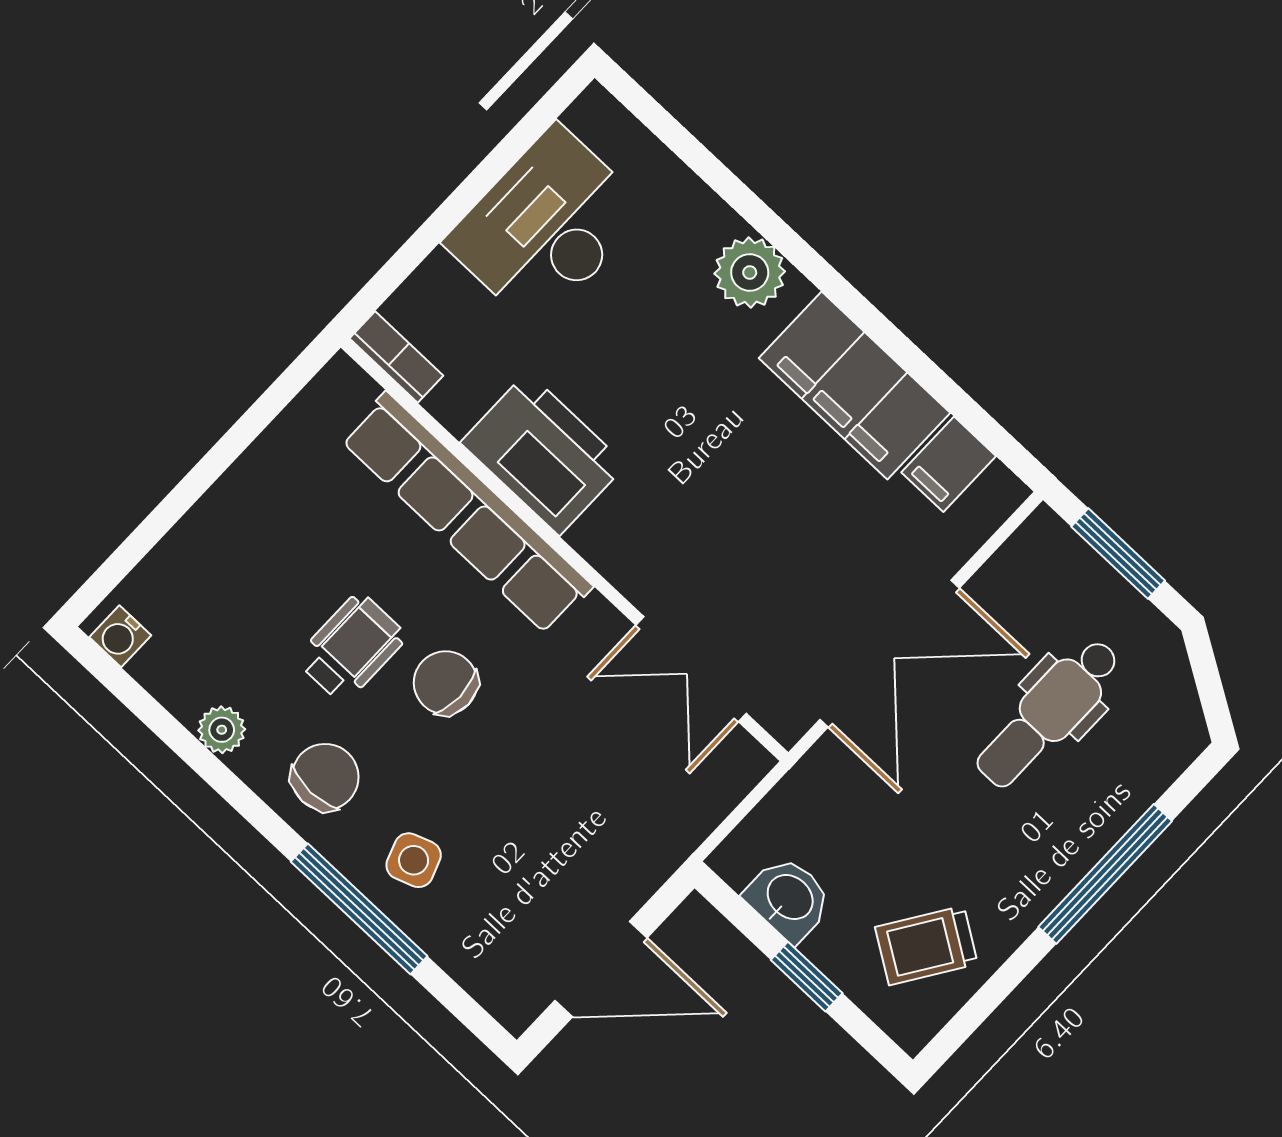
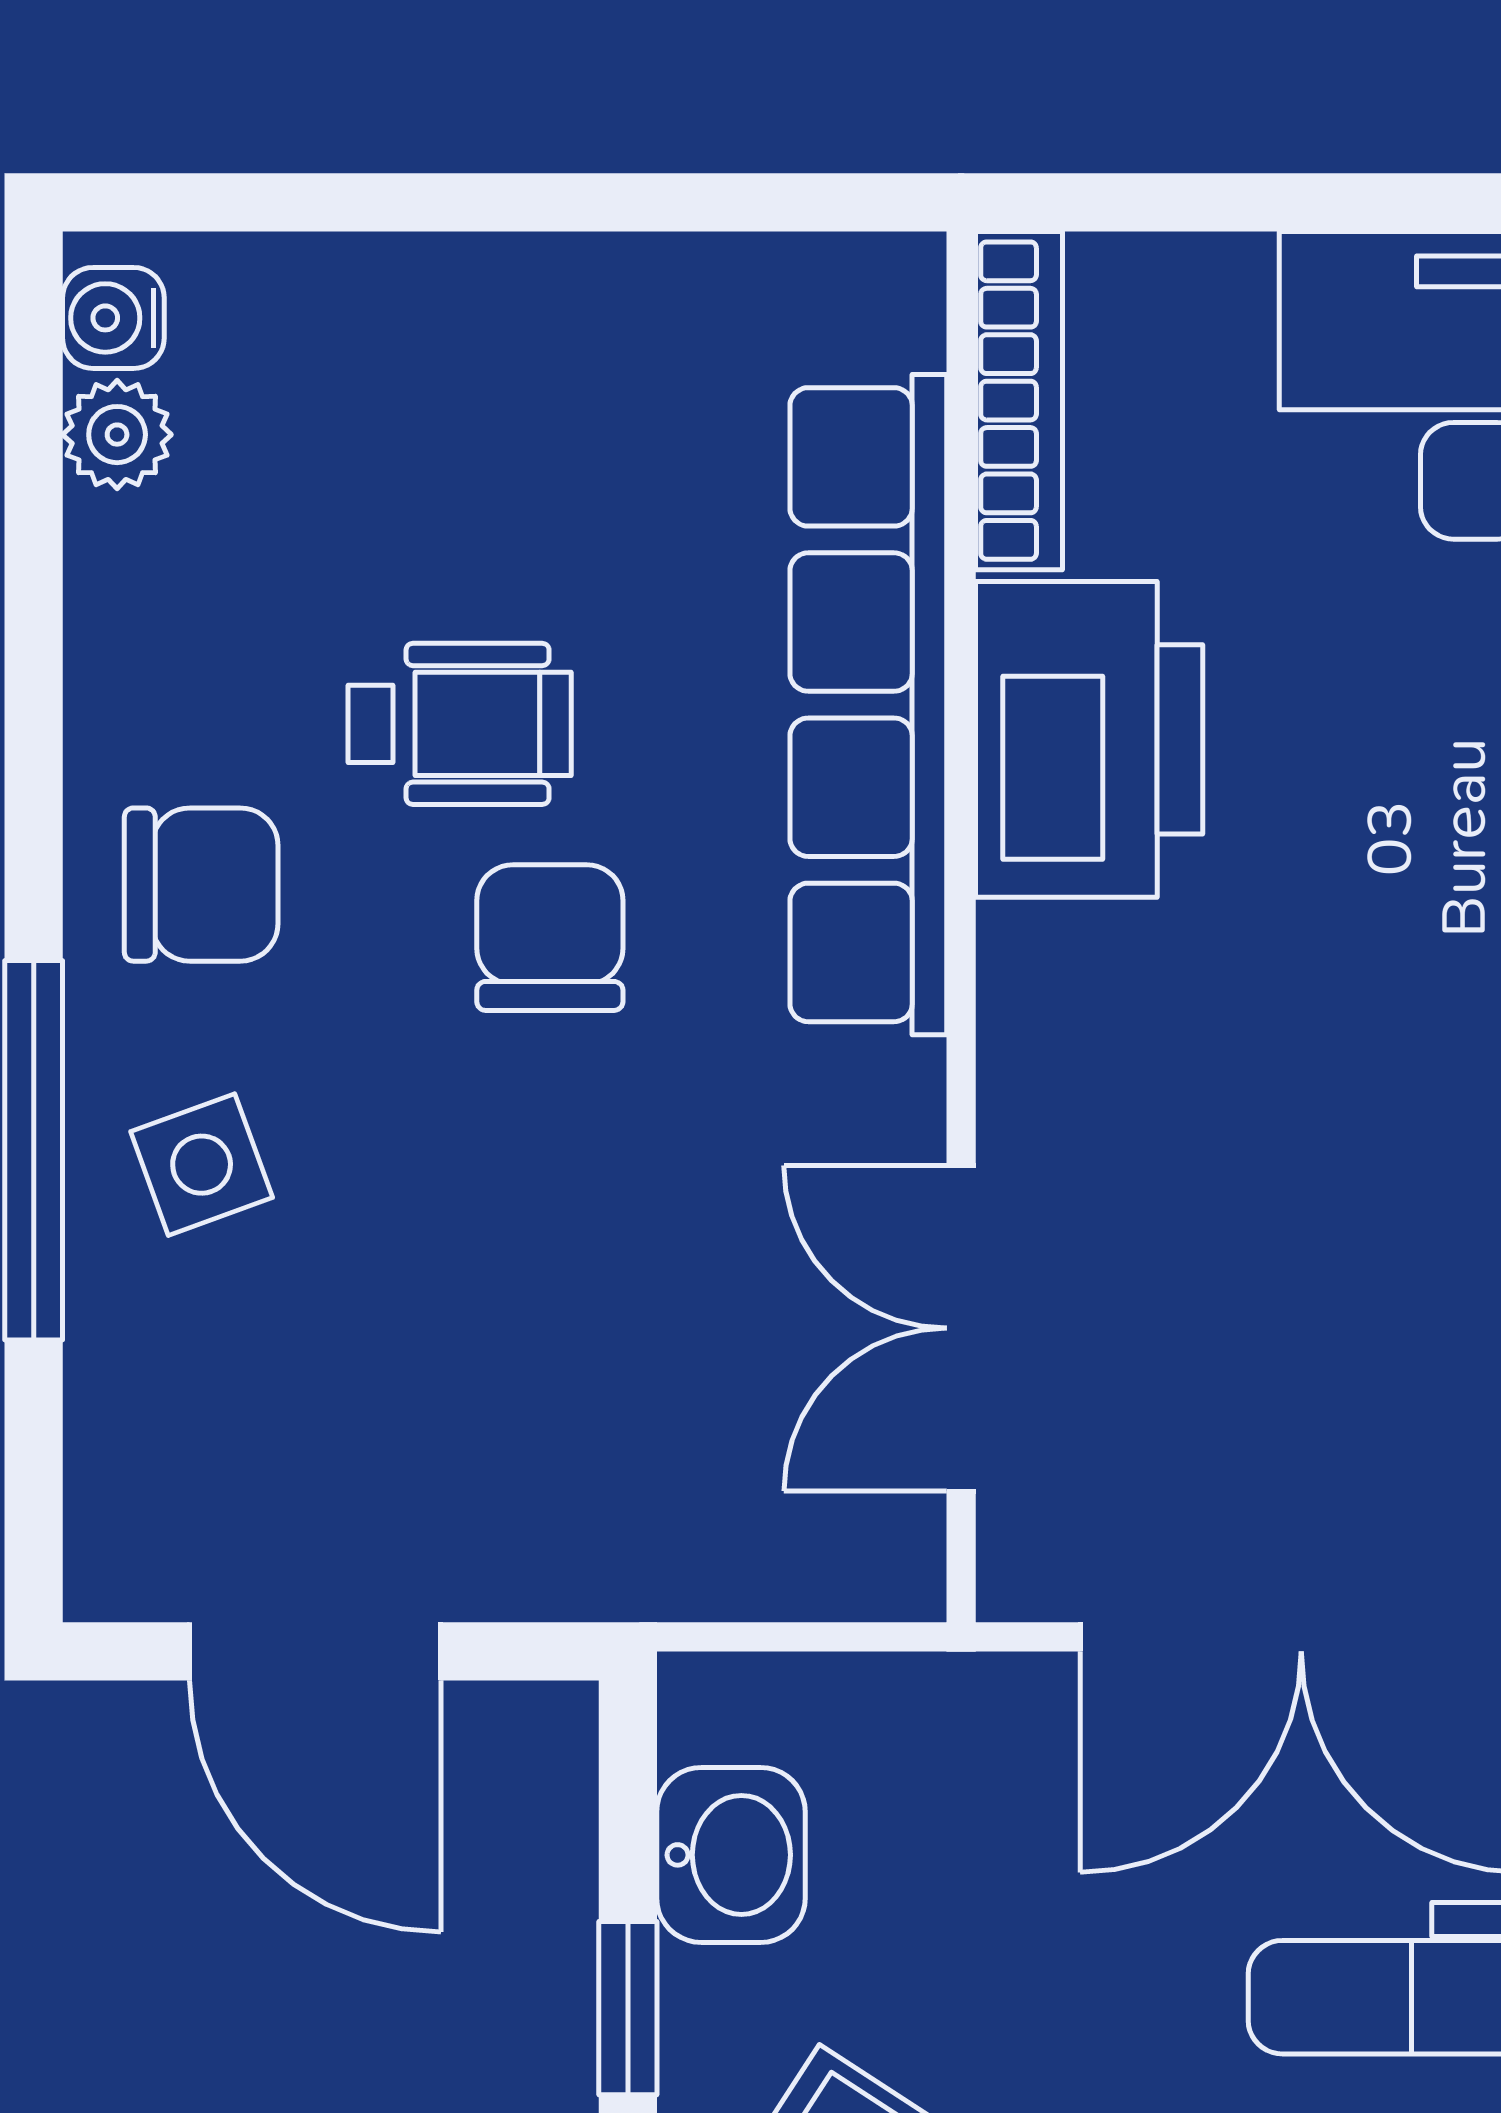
bookcase: (396, 357) -> (1019, 401), width x1.56
plant: (222, 730) -> (117, 435), moved

